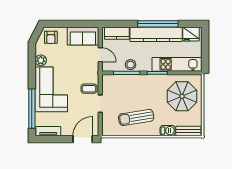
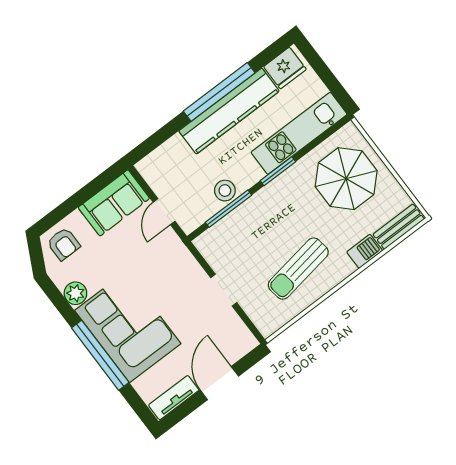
kitchen counter: (117, 33) -> (165, 157), removed
door: (100, 55) -> (164, 212), swing flipped
coffee table: (89, 89) -> (187, 280), removed
window: (32, 109) -> (100, 355), moved
door: (83, 139) -> (219, 383), moved

